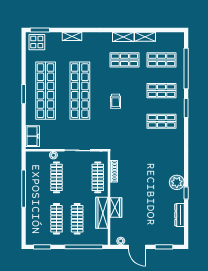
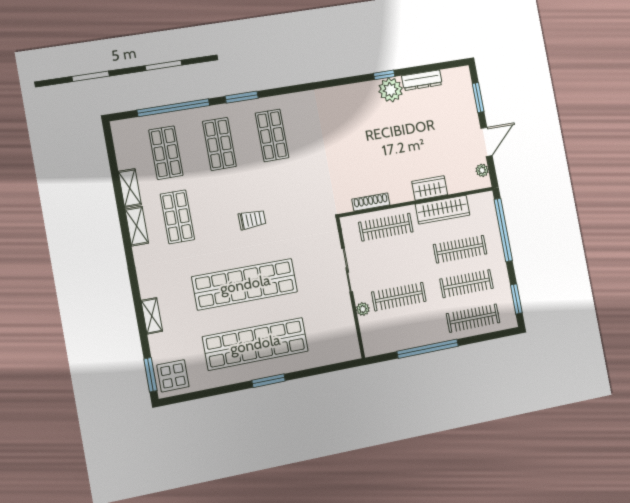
freezer: (33, 136) -> (337, 351), removed
plant: (177, 182) -> (391, 90), moved
clothes rail: (36, 219) -> (473, 318), added

